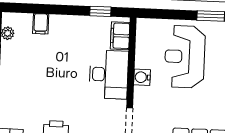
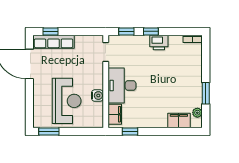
filing cabinet: (41, 24) -> (179, 121), width x2.00
water cooler: (142, 77) -> (97, 96), moved

